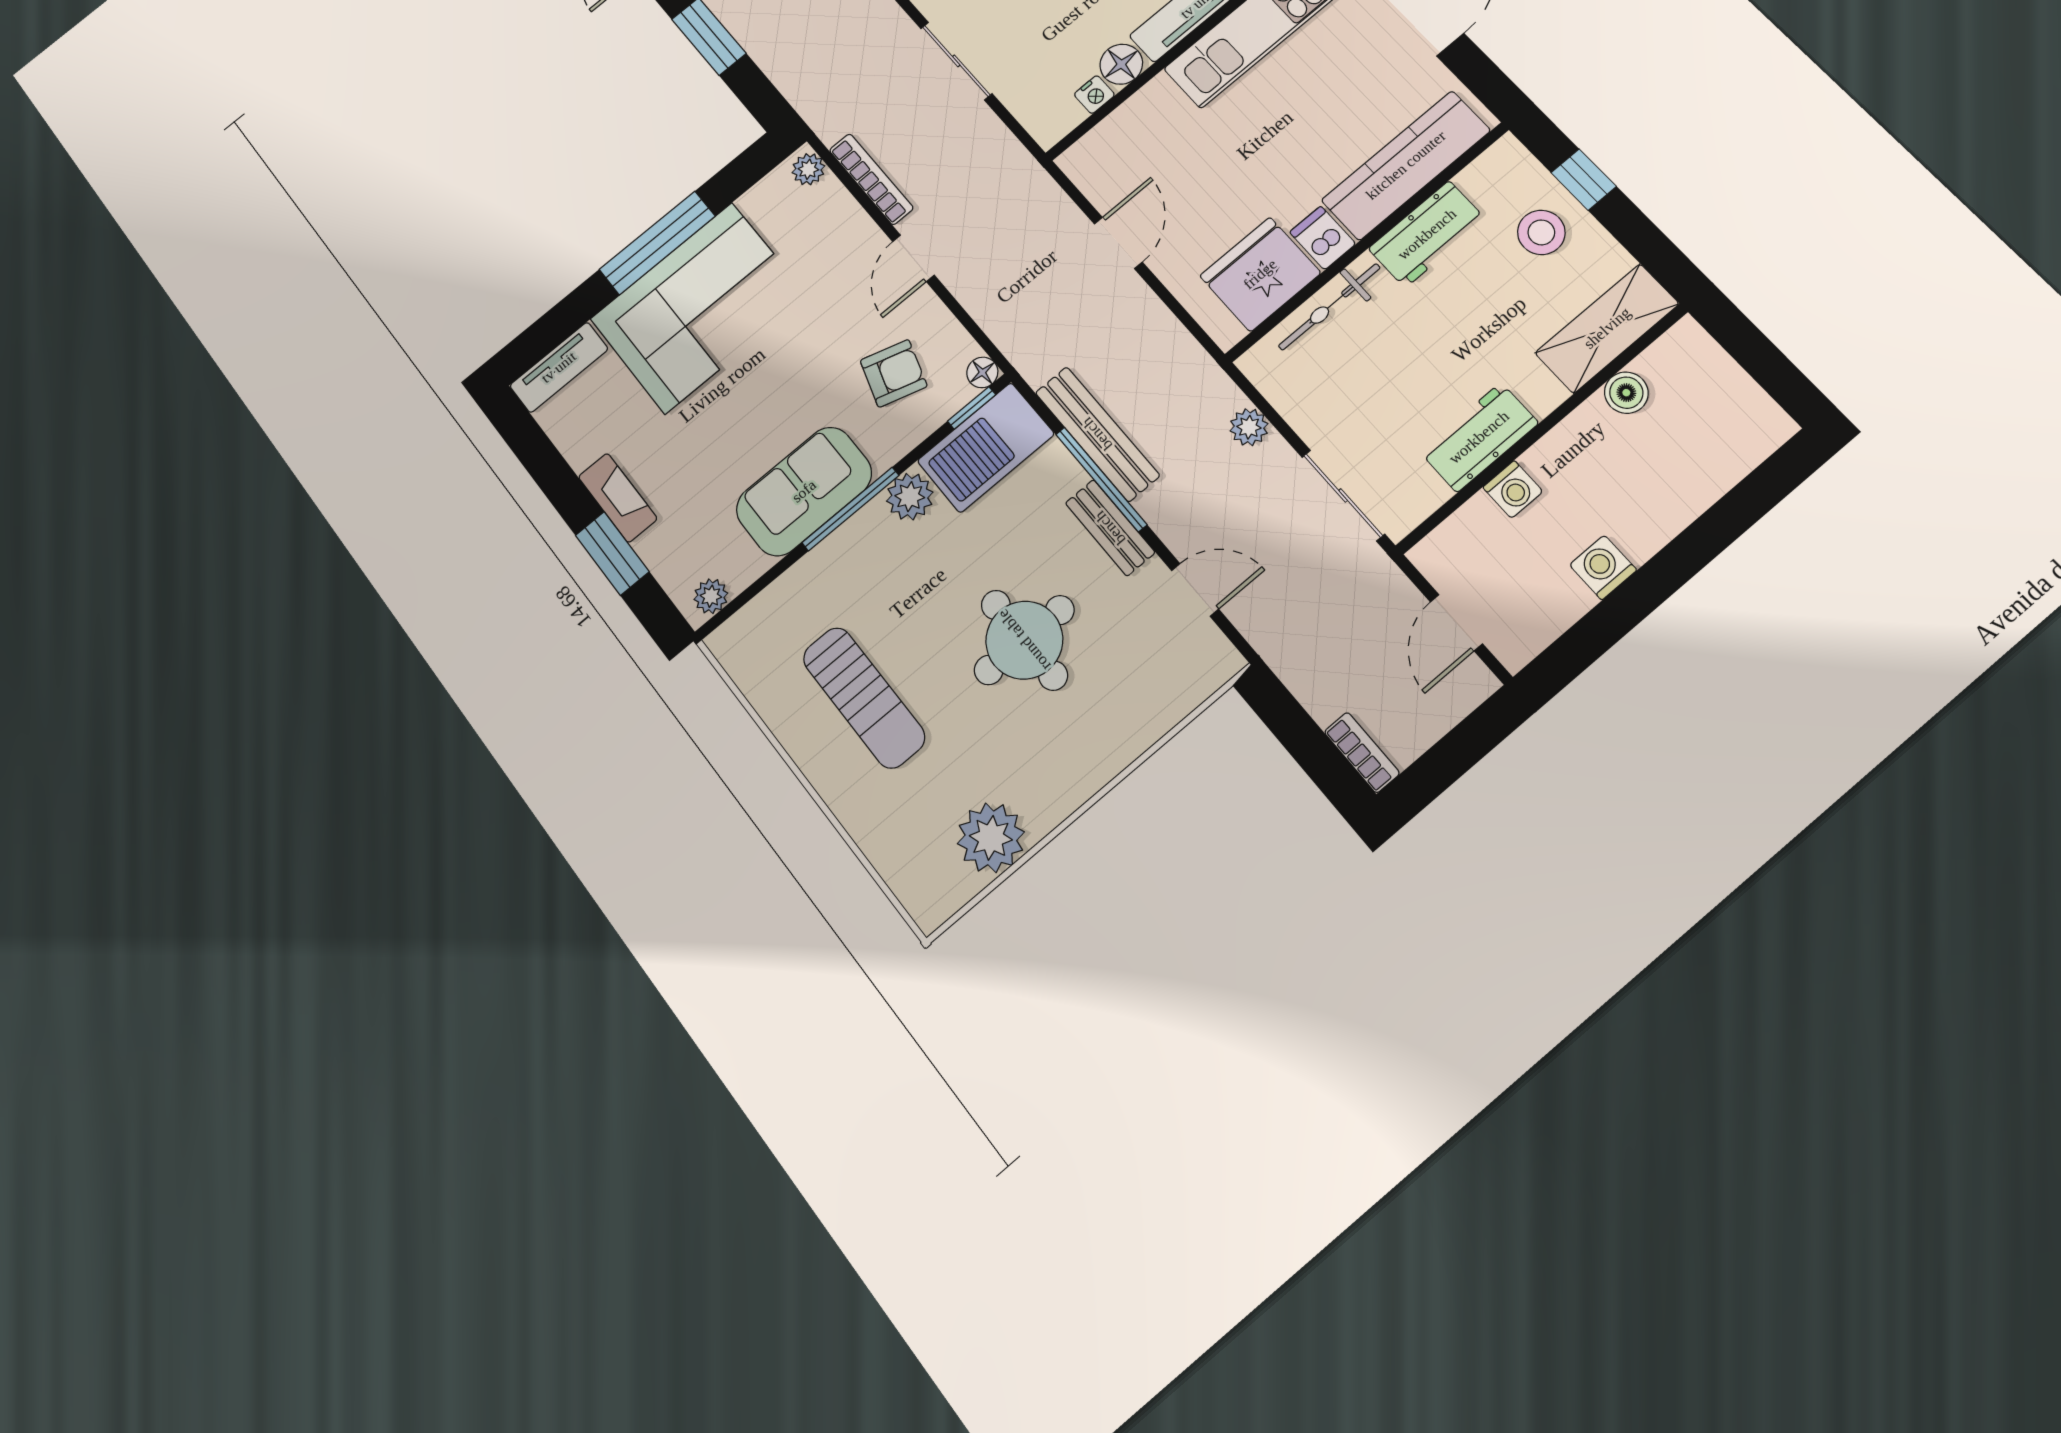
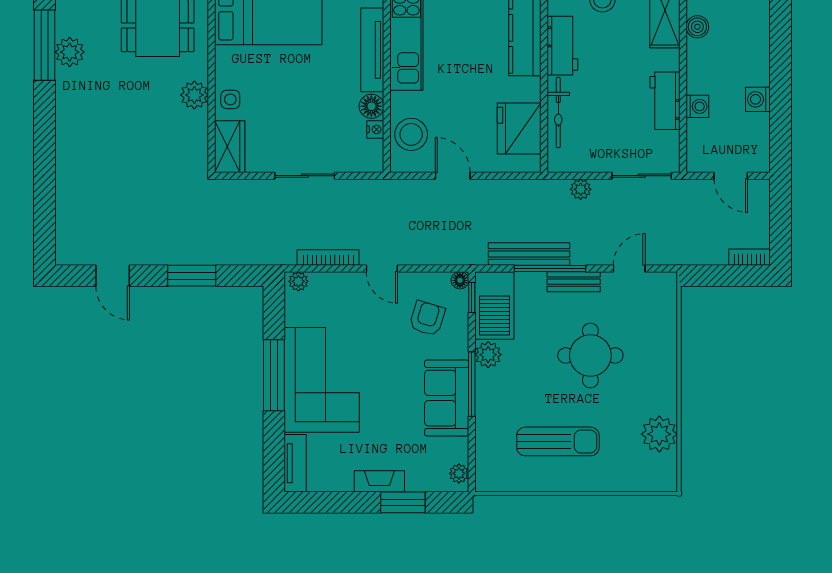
stool: (1128, 144) -> (411, 134), added
dishwasher: (1323, 238) -> (526, 89), removed

